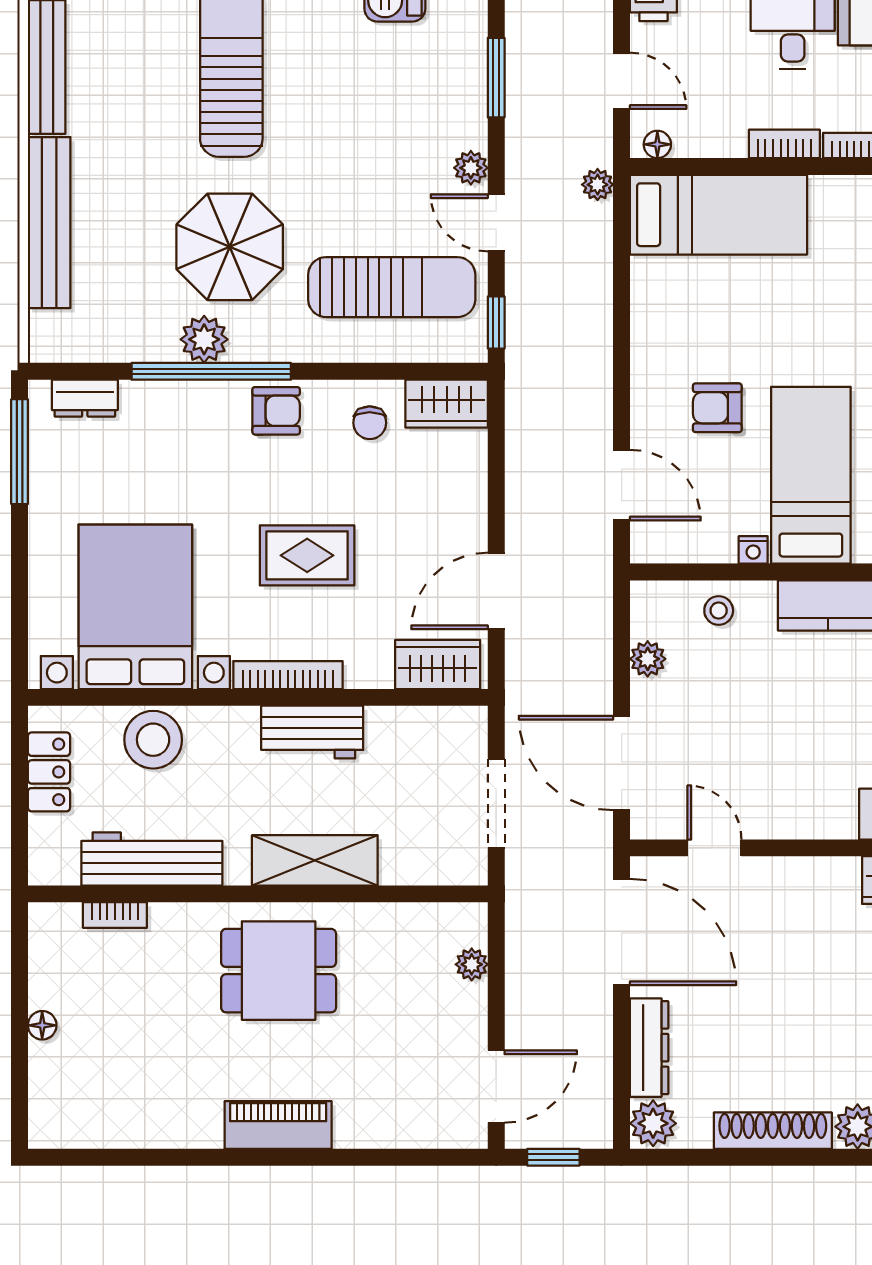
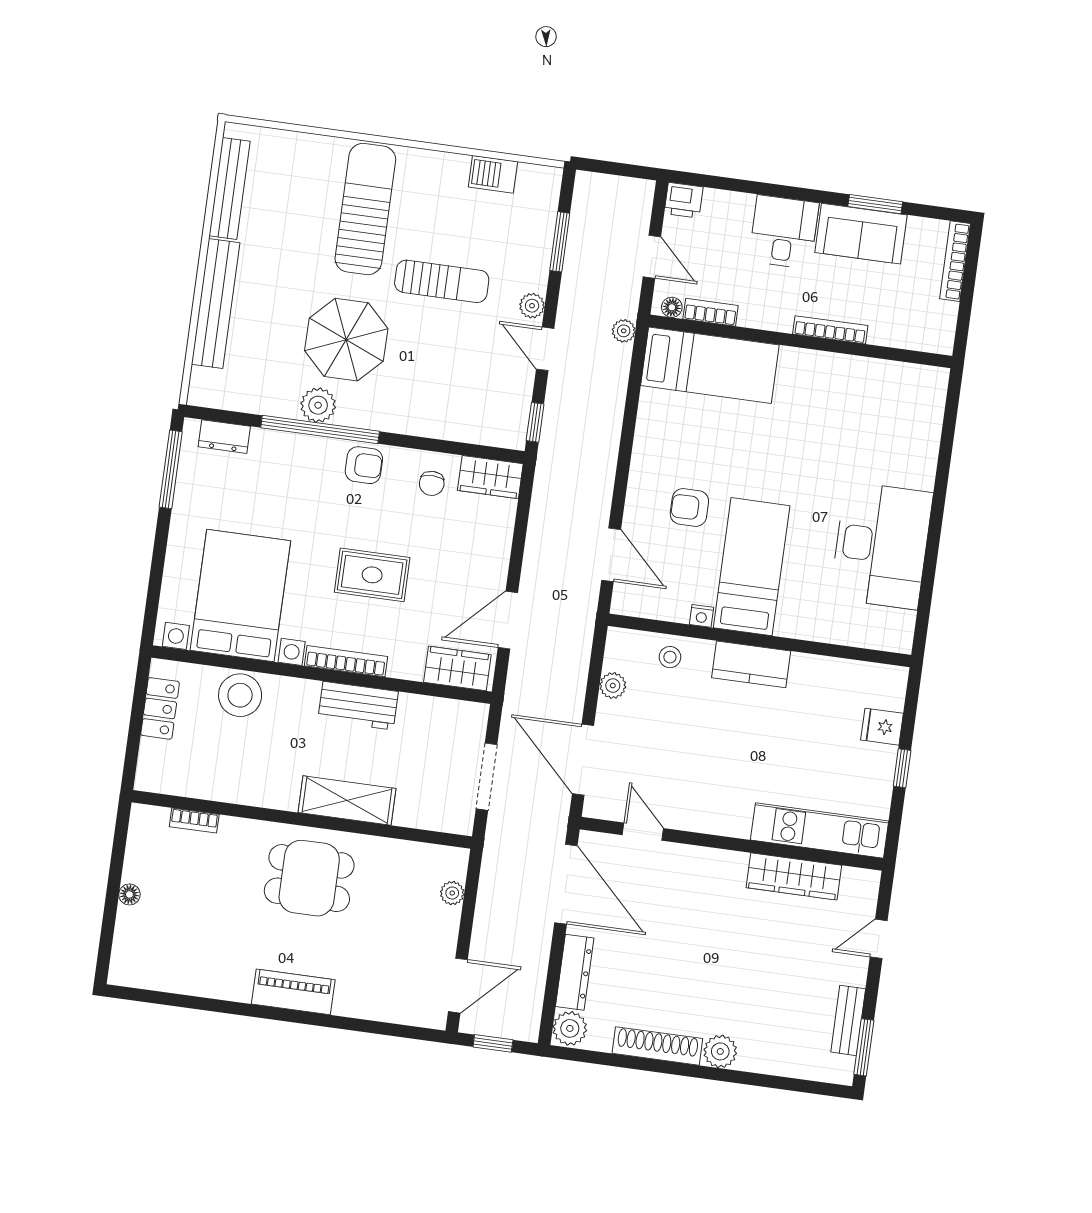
bookcase: (784, 144) -> (711, 312), moved
sun lounger: (392, 287) -> (442, 281), moved, width x0.73, depth x0.75
workbench: (152, 859) -> (227, 783), removed

